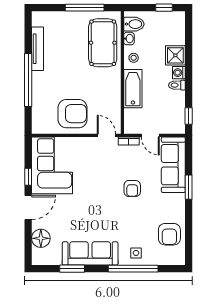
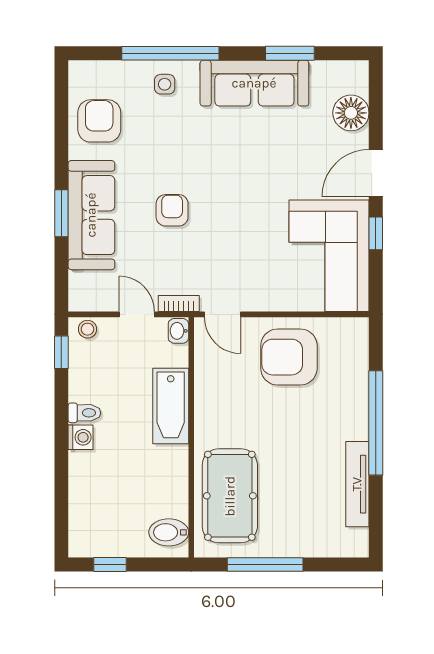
washbasin: (129, 39) -> (178, 331), moved
shower: (175, 55) -> (87, 471), removed
stool: (134, 58) -> (88, 329), moved
sofa: (173, 165) -> (91, 215), moved

